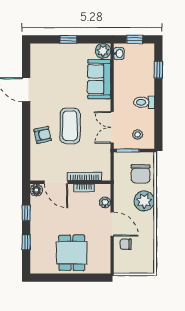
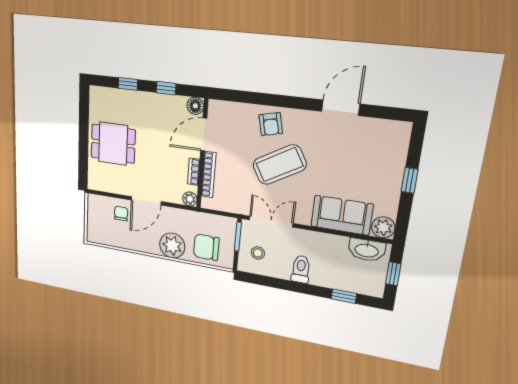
washbasin: (119, 54) -> (367, 250), width x1.91, depth x1.45
coffee table: (70, 126) -> (279, 165), turned -30
plant: (105, 202) -> (190, 199), moved

